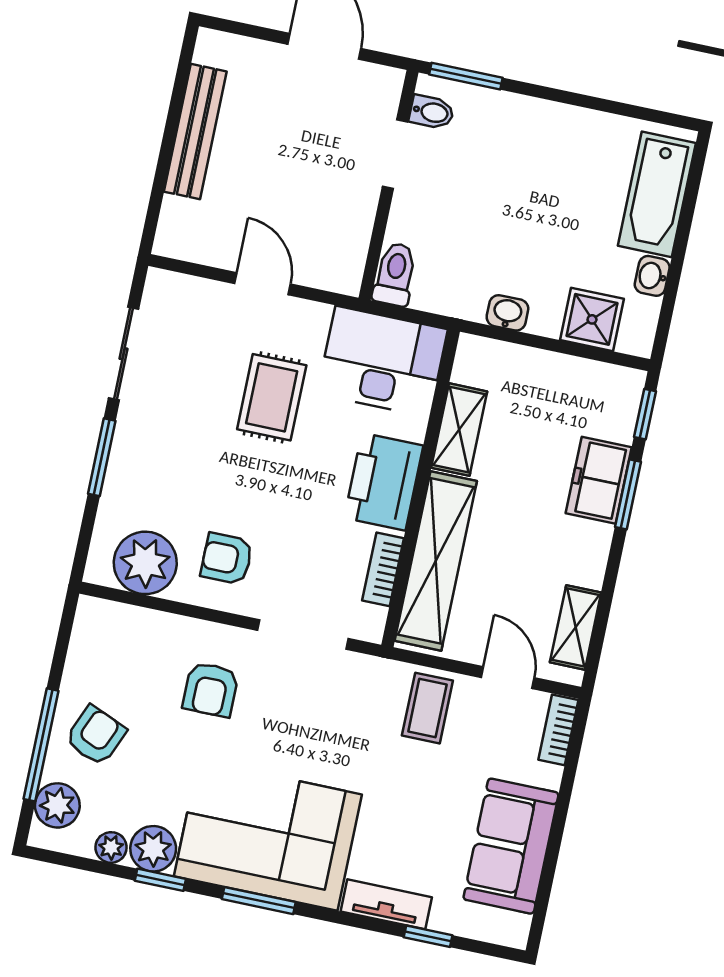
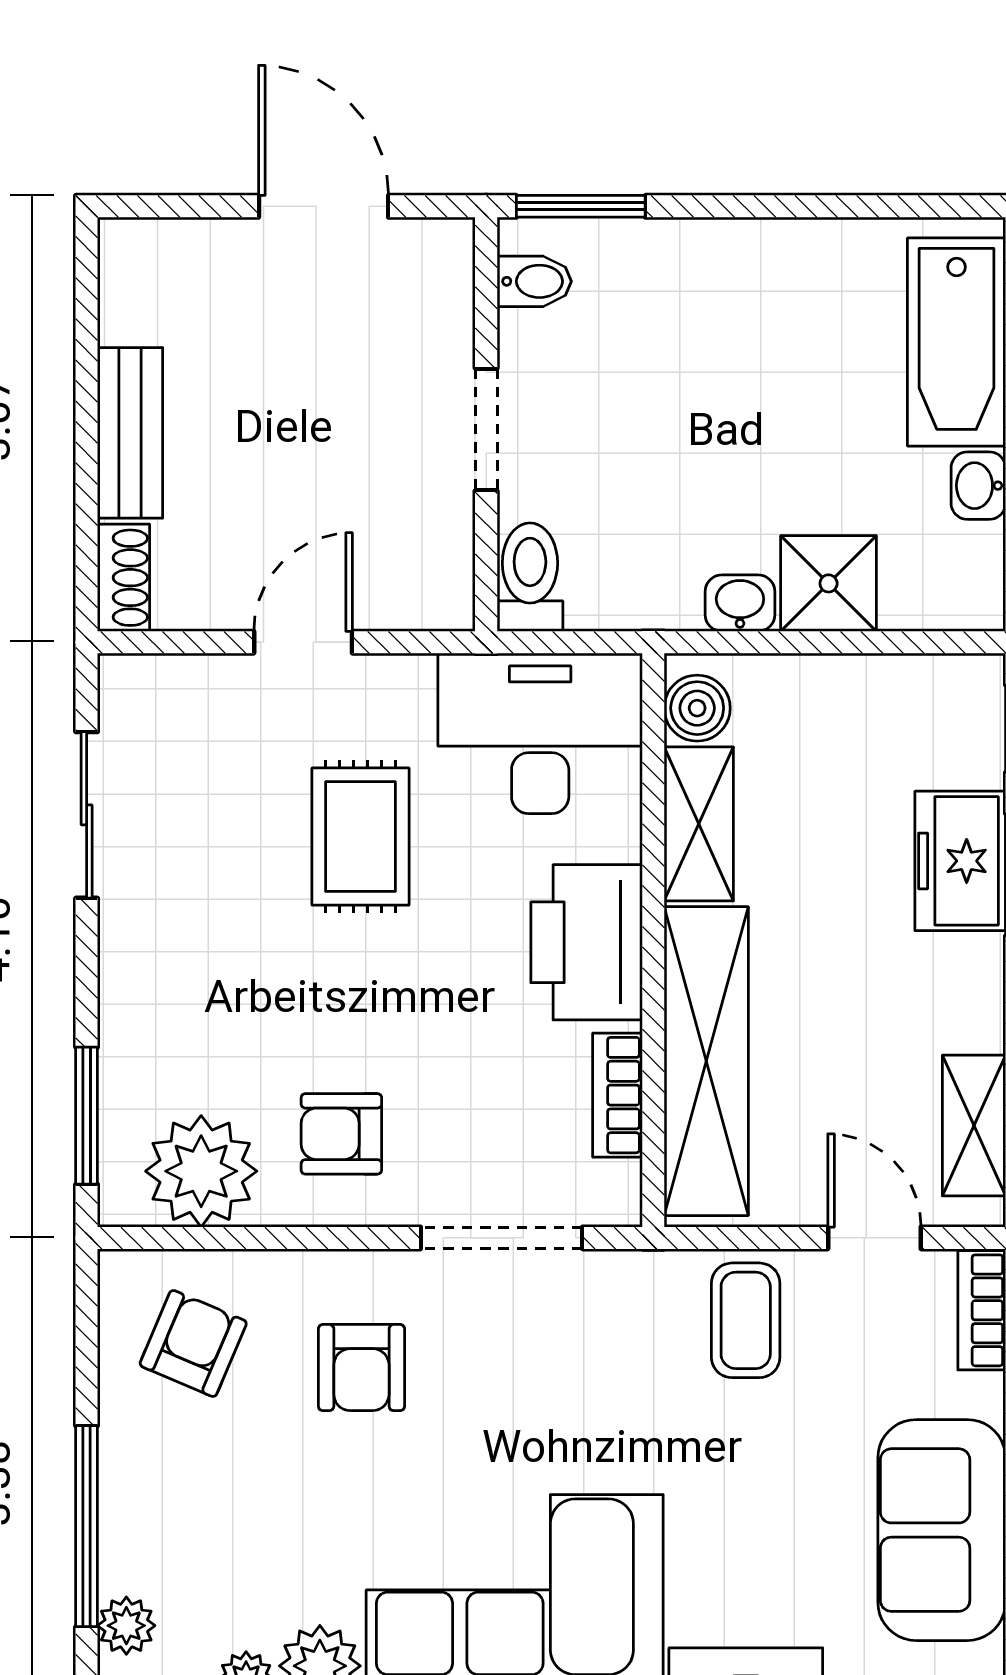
bench: (195, 132) -> (130, 433), width x0.73
doorway: (395, 154) -> (486, 430), moved
shoe rack: (171, 227) -> (124, 578), added
door: (263, 284) -> (303, 642), hinge flipped
shower: (592, 319) -> (829, 583), moved
boiler: (472, 366) -> (697, 708), added
window: (102, 457) -> (87, 1116), moved
armchair: (96, 736) -> (193, 1343), moved
plant: (57, 805) -> (126, 1626), width x0.73, depth x0.73

